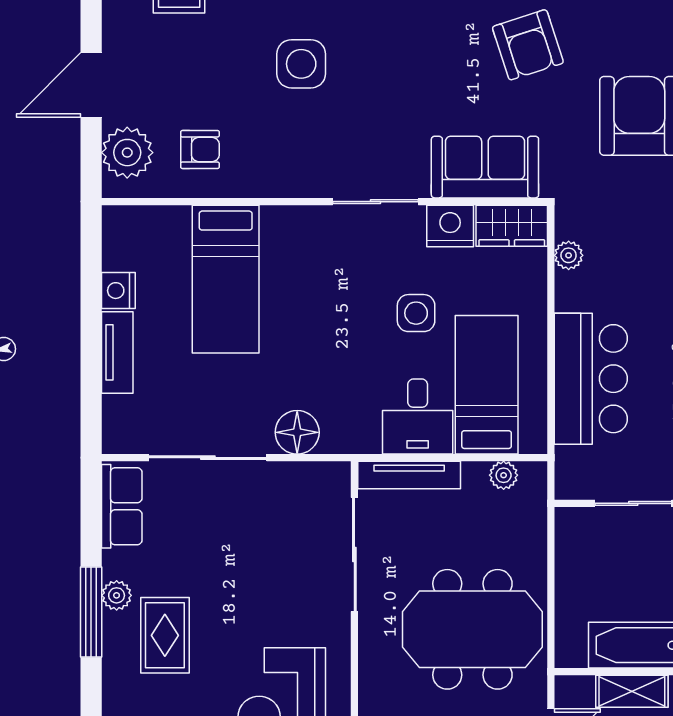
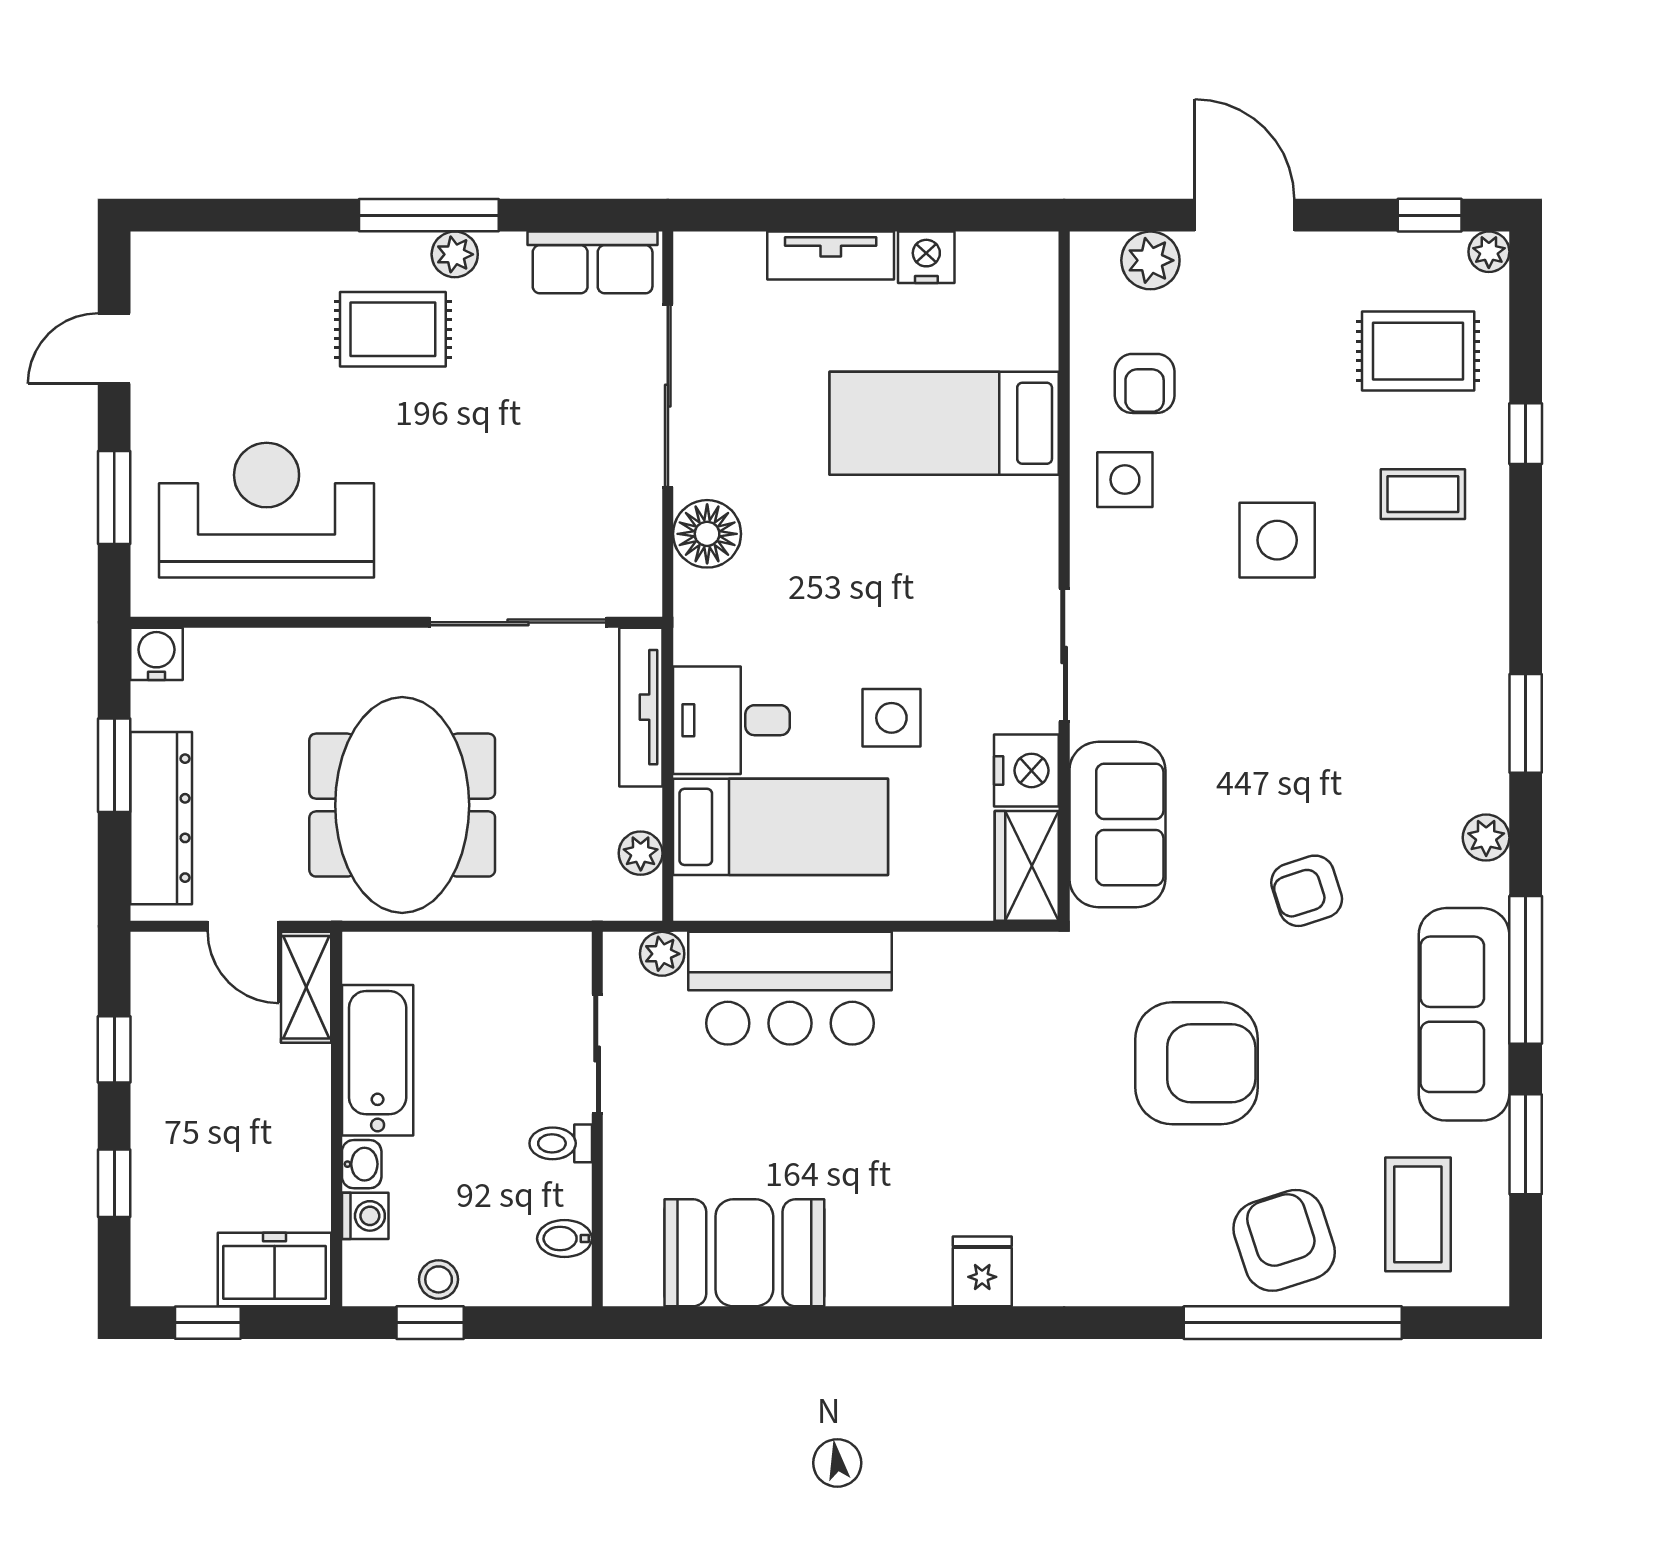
armchair: (528, 45) -> (1307, 891), width x0.72, depth x0.72
plant: (127, 153) -> (1150, 260), width x0.73, depth x0.73
side table: (262, 162) -> (1125, 480), added
plant: (569, 255) -> (662, 954), moved
shelving: (632, 691) -> (306, 987), moved

